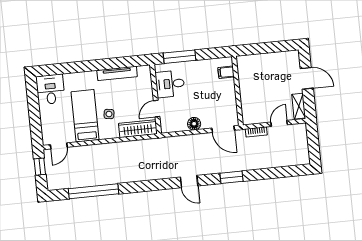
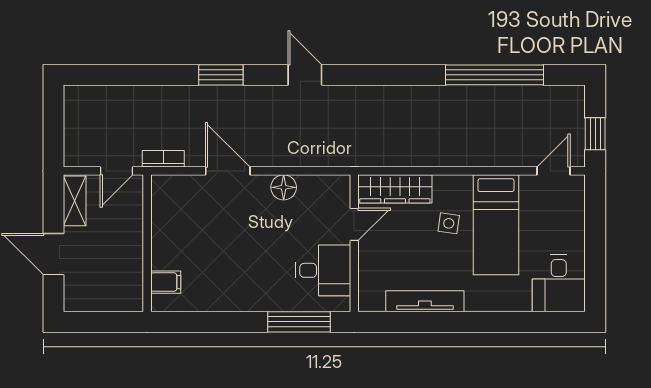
filing cabinet: (226, 72) -> (166, 282), moved
wall: (237, 91) -> (147, 243), moved

